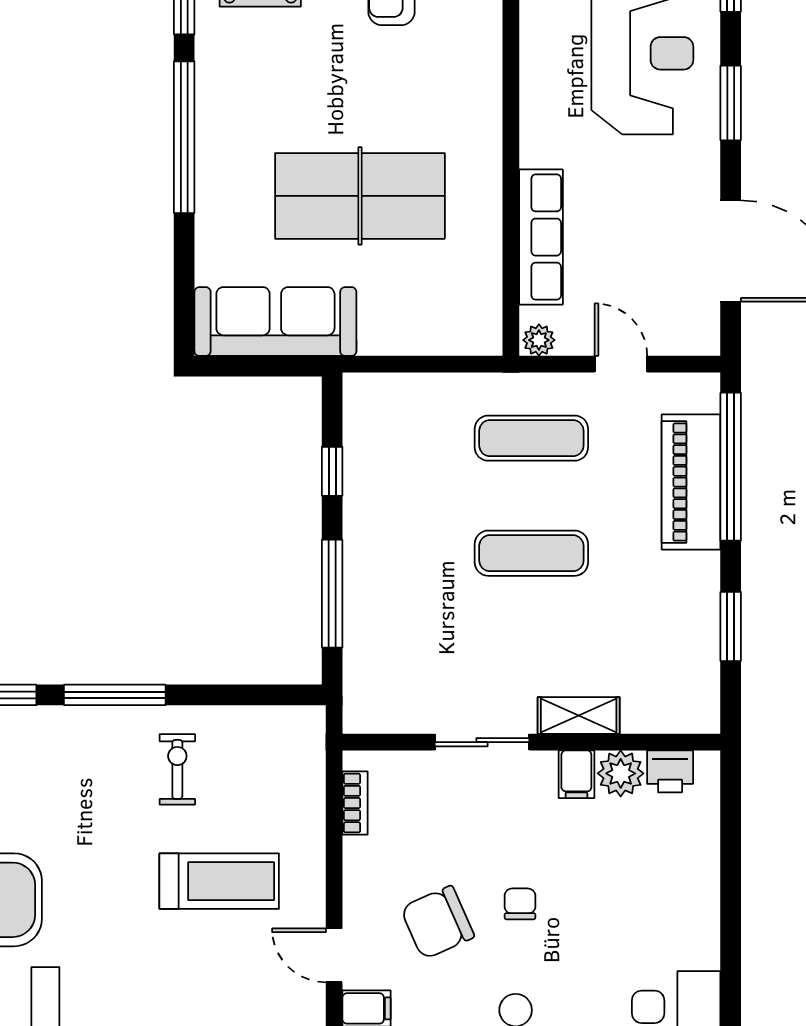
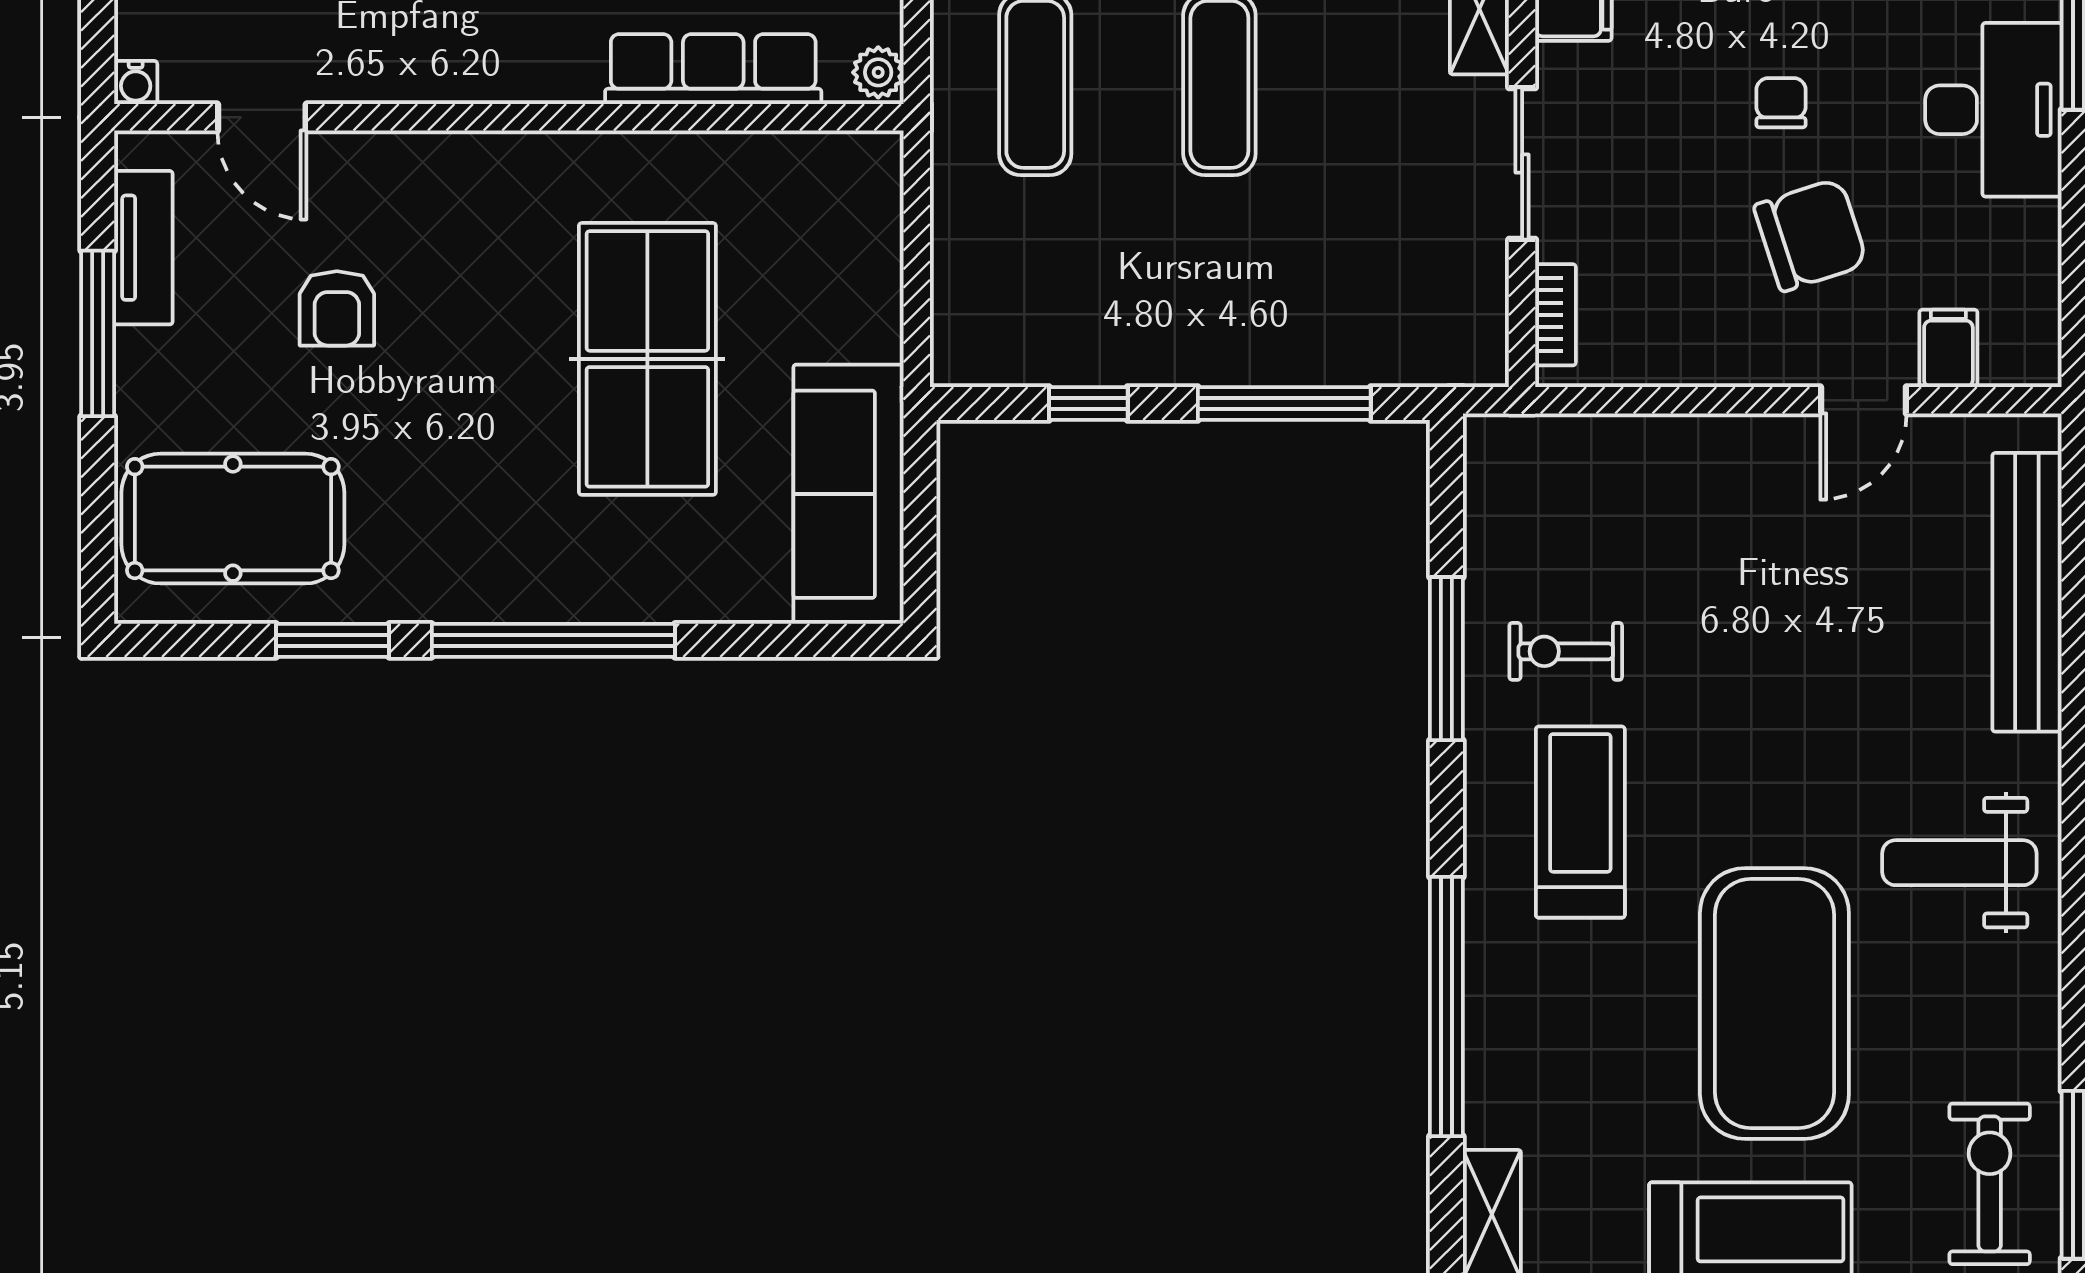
window: (115, 695) -> (1446, 659), moved
bookcase: (355, 803) -> (1556, 315), moved, turned 90
treadmill: (219, 881) -> (1580, 822), moved
chair: (520, 904) -> (1781, 103), turned 90
chair: (437, 922) -> (1811, 235), turned -84

